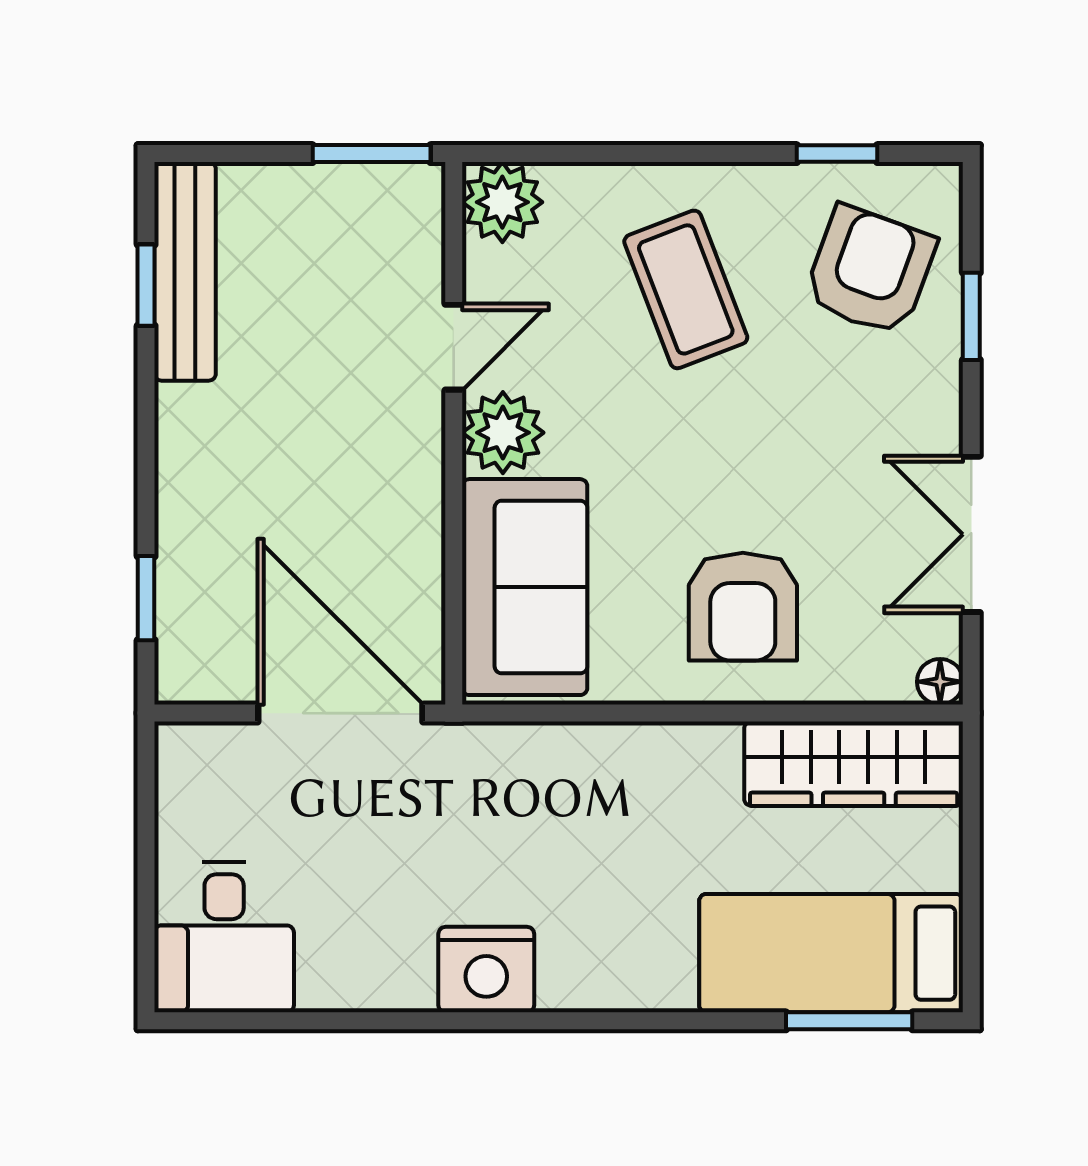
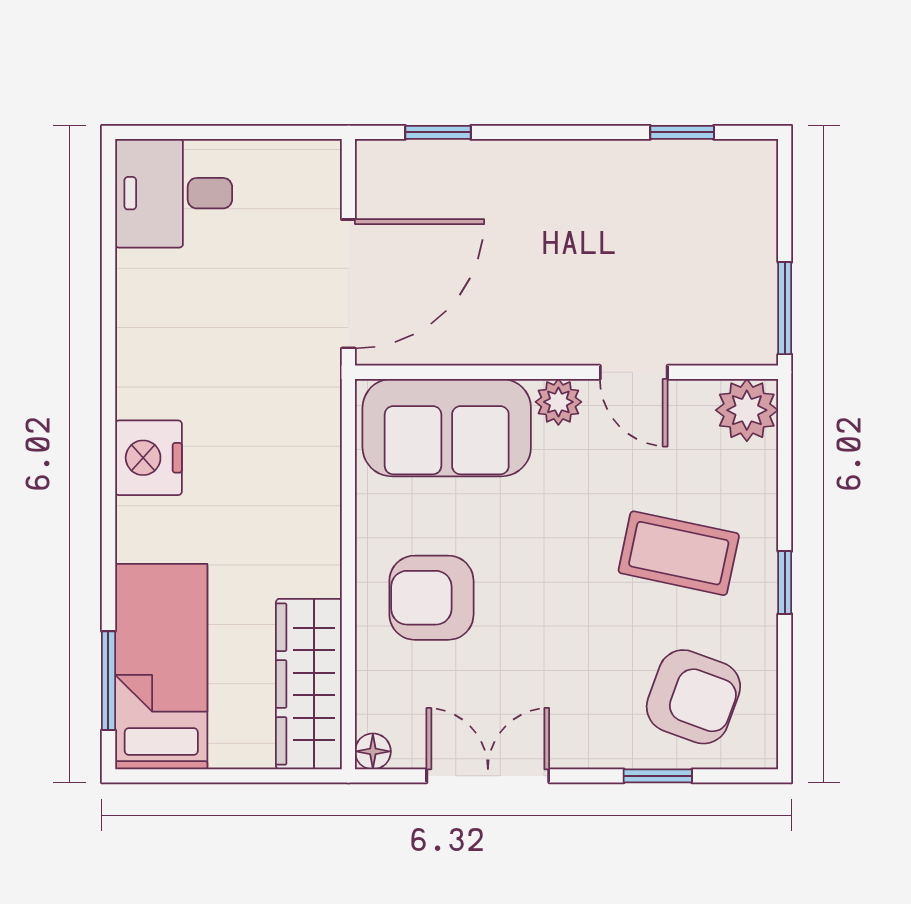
window: (837, 154) -> (785, 583), moved
bench: (185, 271) -> (693, 163), removed
coffee table: (686, 289) -> (679, 553), turned 33
plant: (503, 433) -> (558, 402), width x0.73, depth x0.73
nightstand: (486, 970) -> (148, 458), moved

